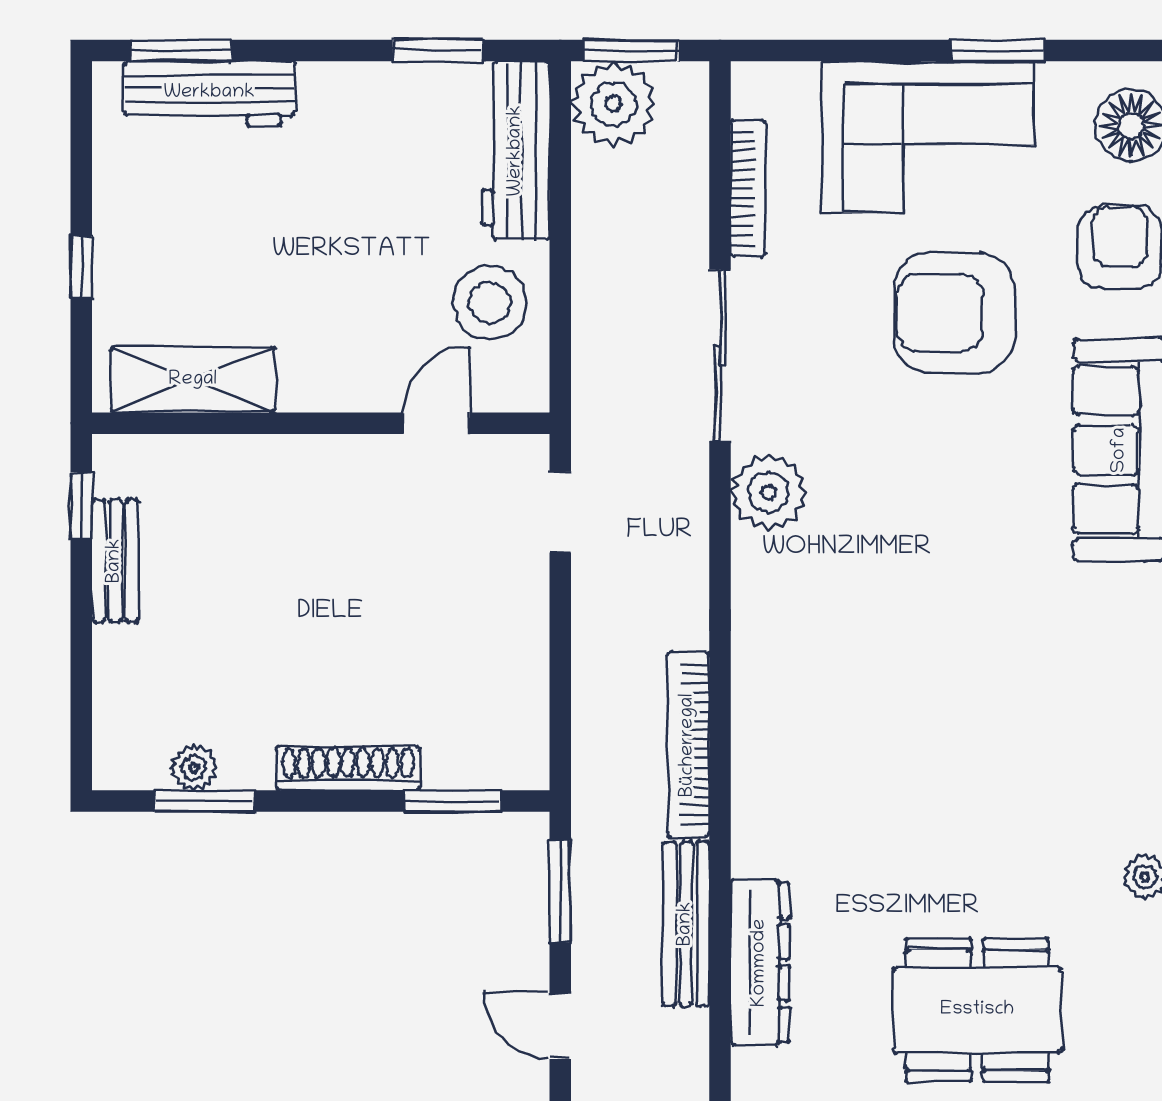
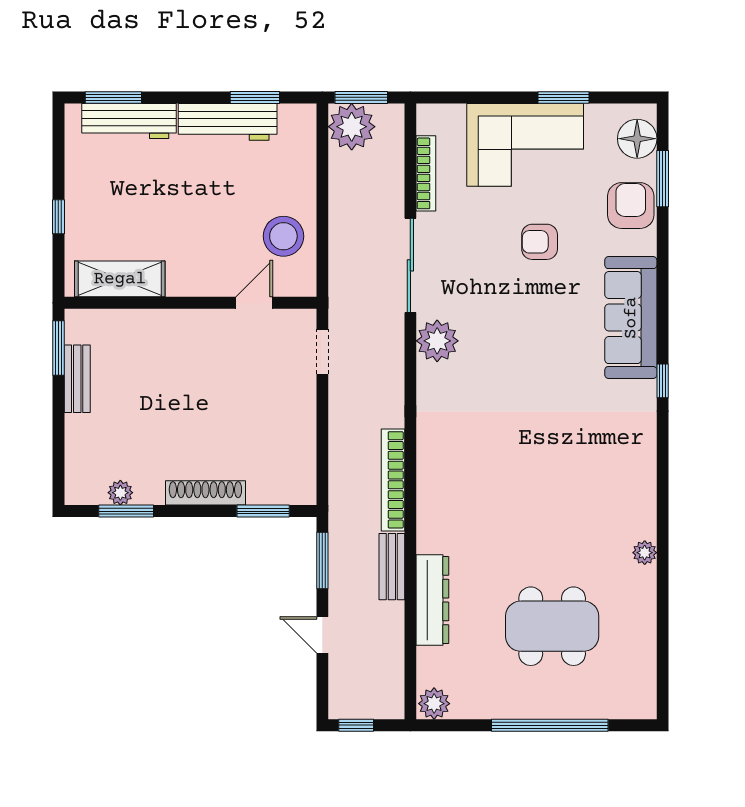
workbench: (516, 151) -> (228, 122), moved, turned -90
armchair: (954, 313) -> (540, 242), width x0.53, depth x0.53
window: (81, 505) -> (58, 348), width x1.50
bench: (686, 924) -> (392, 567), width x0.73

